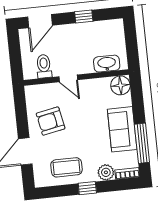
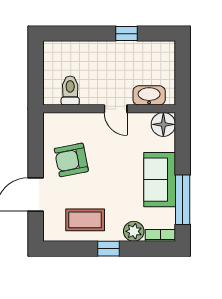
door: (40, 21) -> (71, 34), removed
door: (68, 78) -> (116, 109), moved

